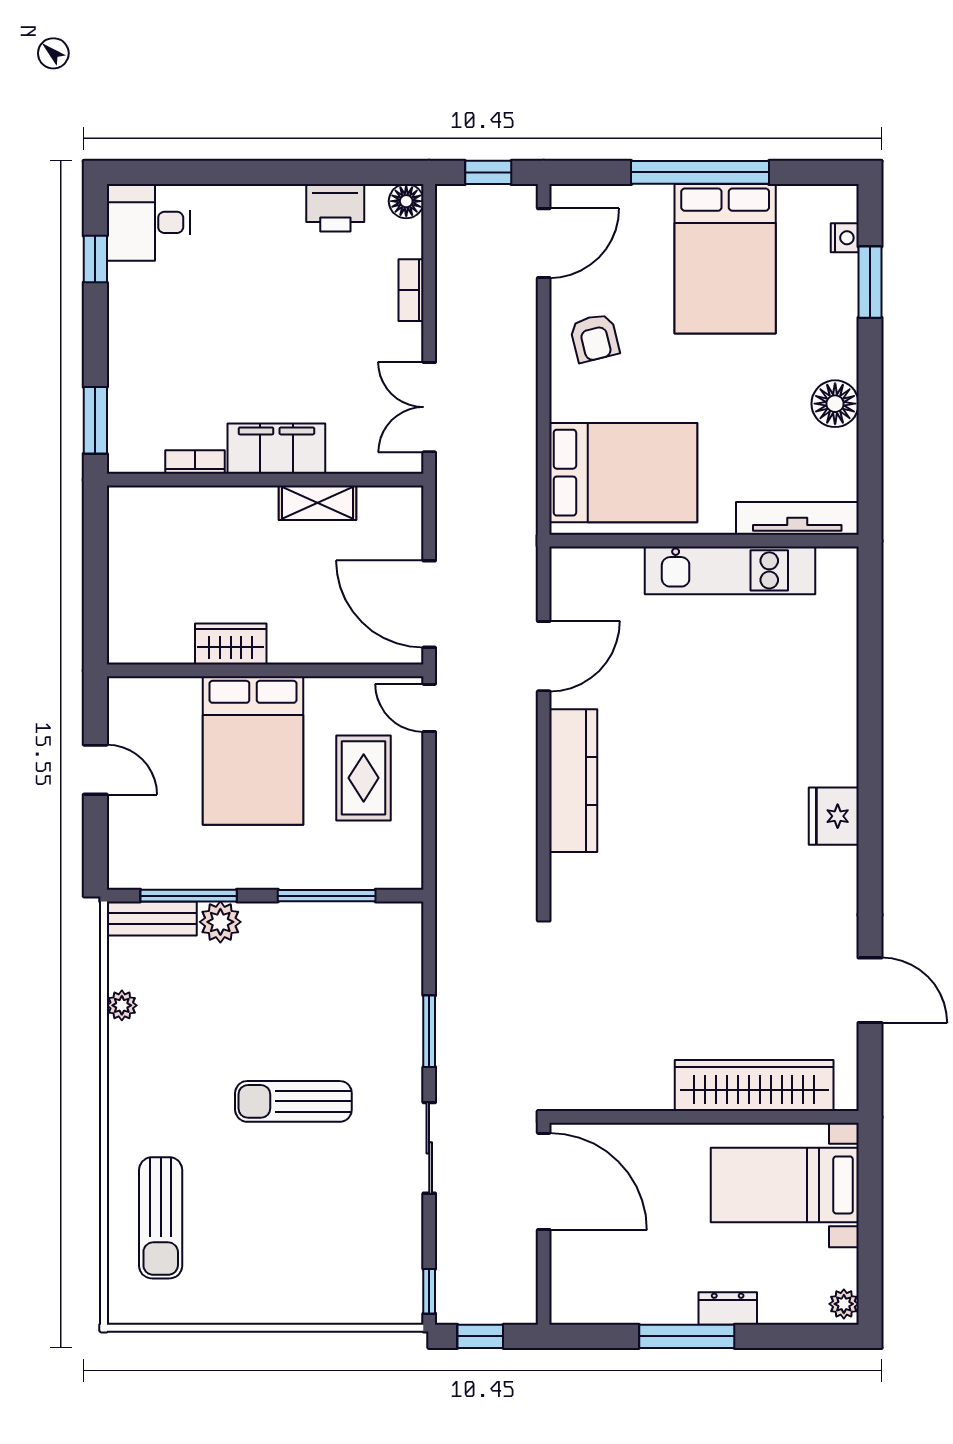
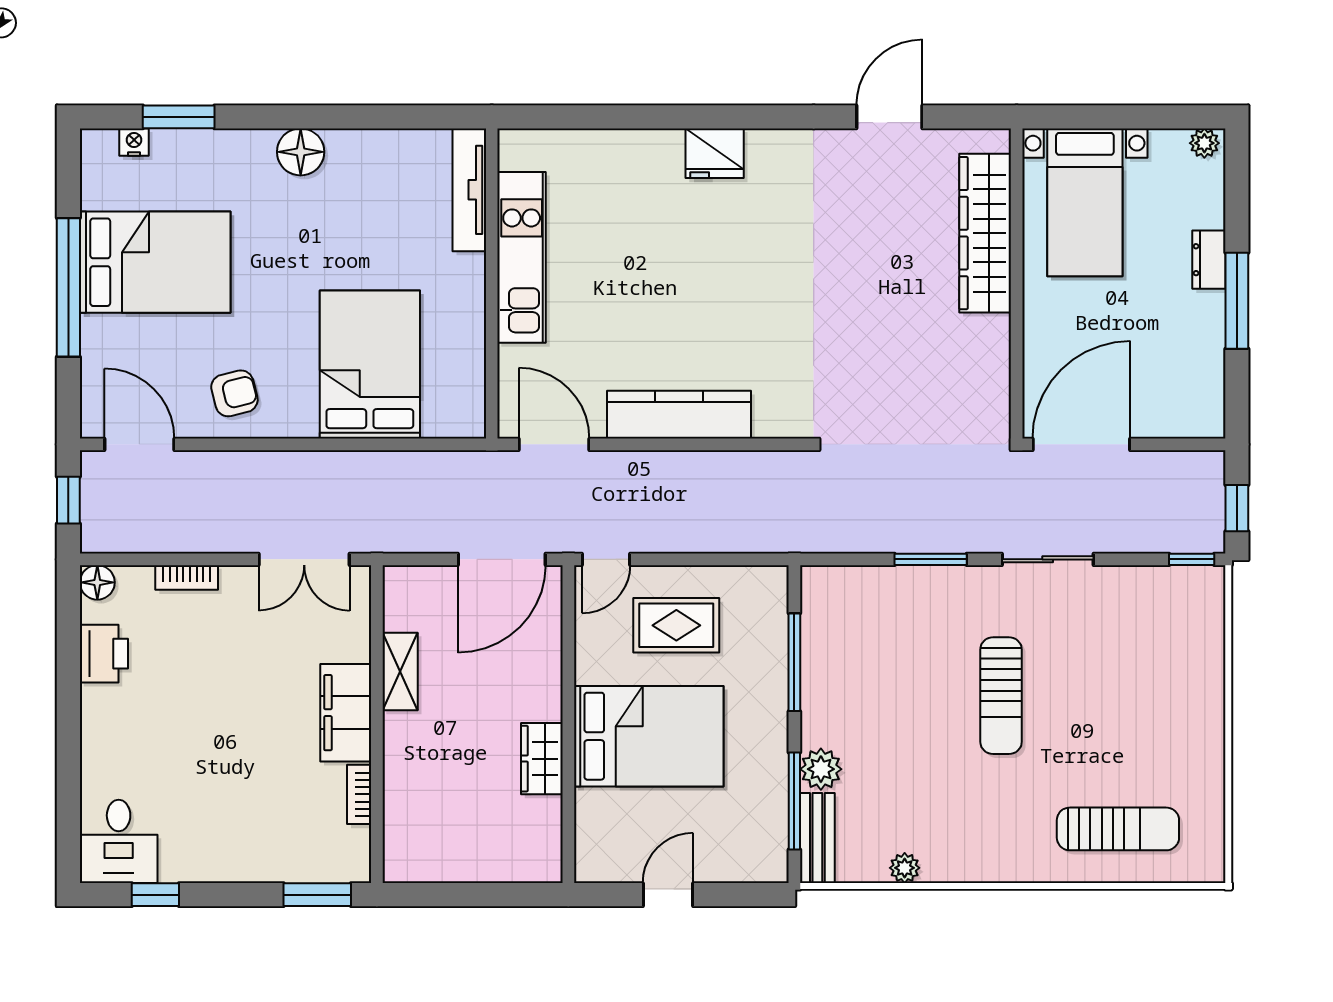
tv unit: (797, 518) -> (469, 190), moved
wall: (704, 541) -> (492, 283), moved
kitchen unit: (730, 570) -> (522, 257), moved

